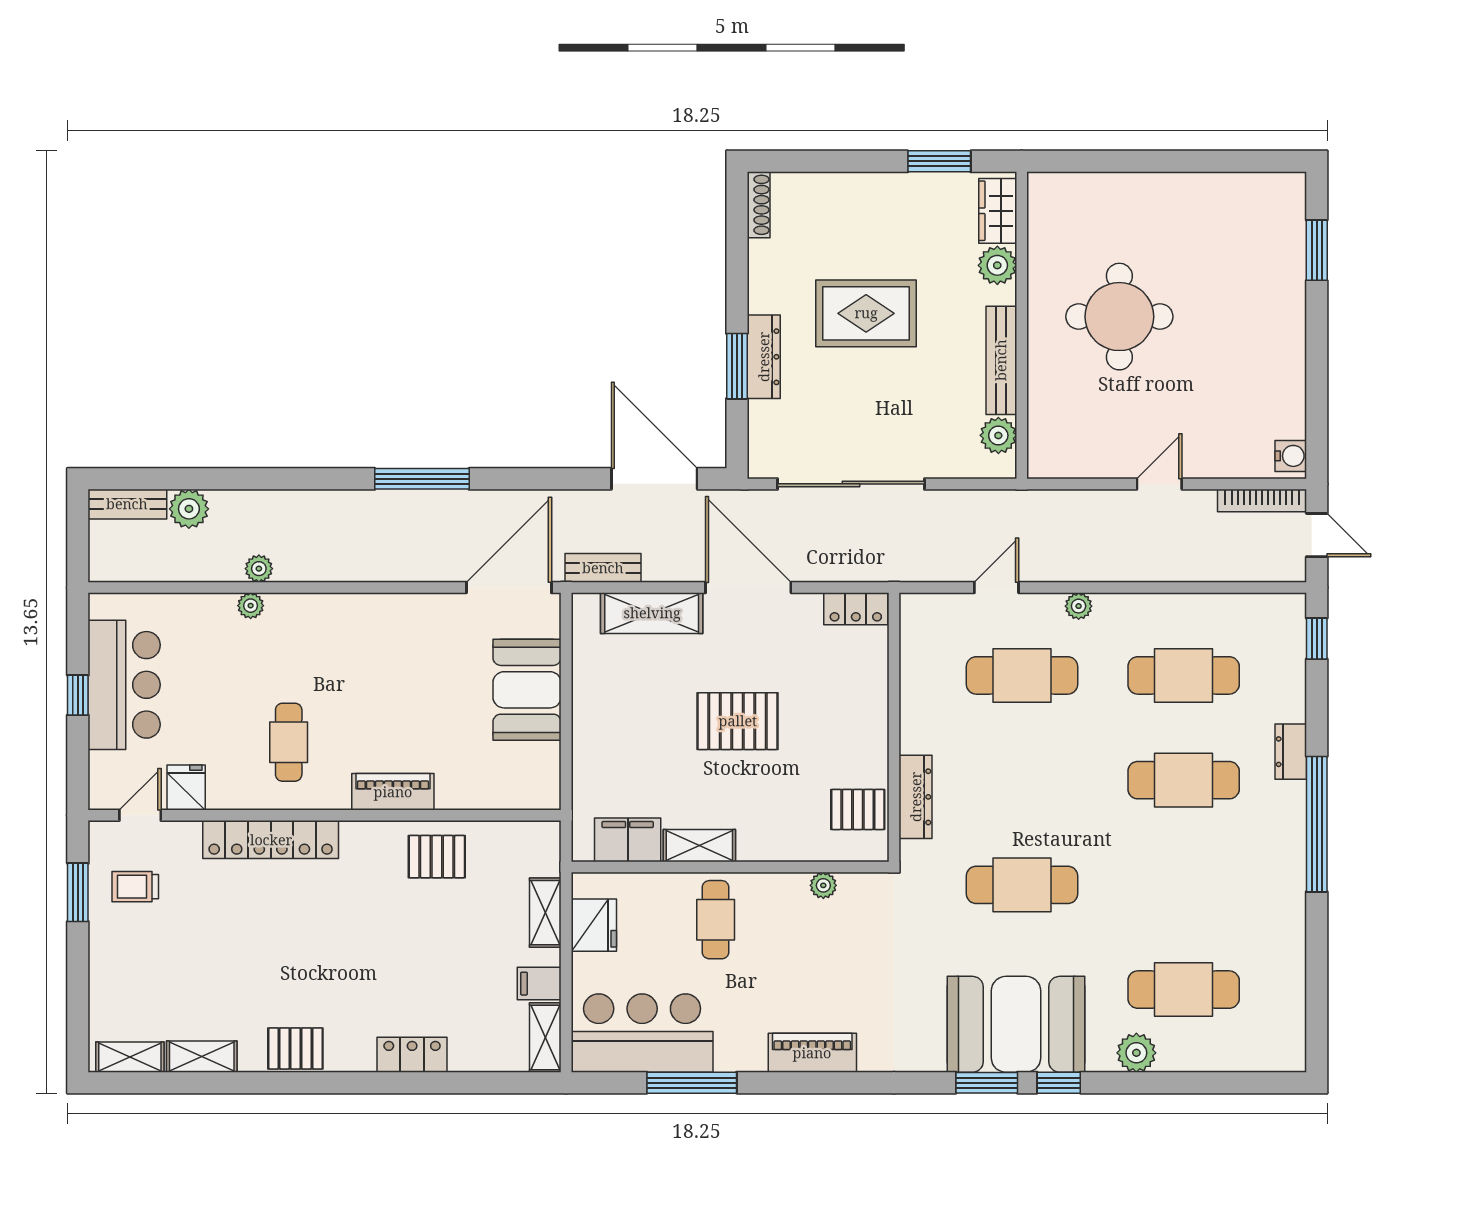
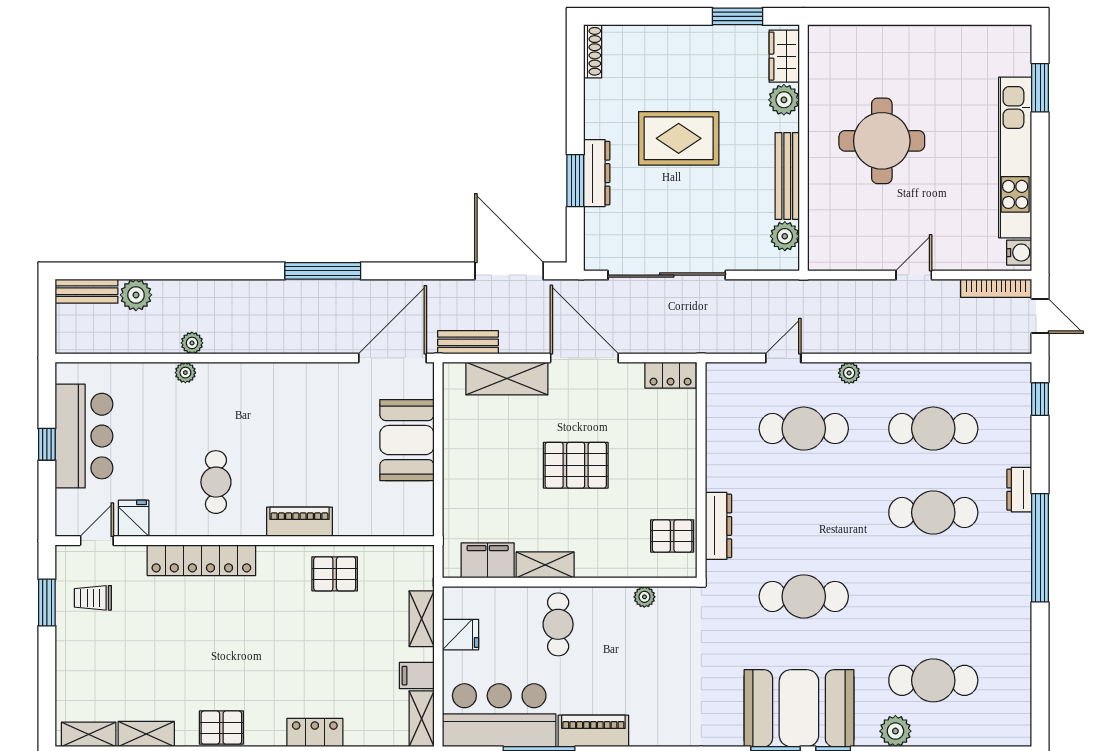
kitchen unit: (1286, 337) -> (1015, 157), added
fridge: (594, 925) -> (461, 635), width x0.72
piano: (812, 1053) -> (593, 731), moved

